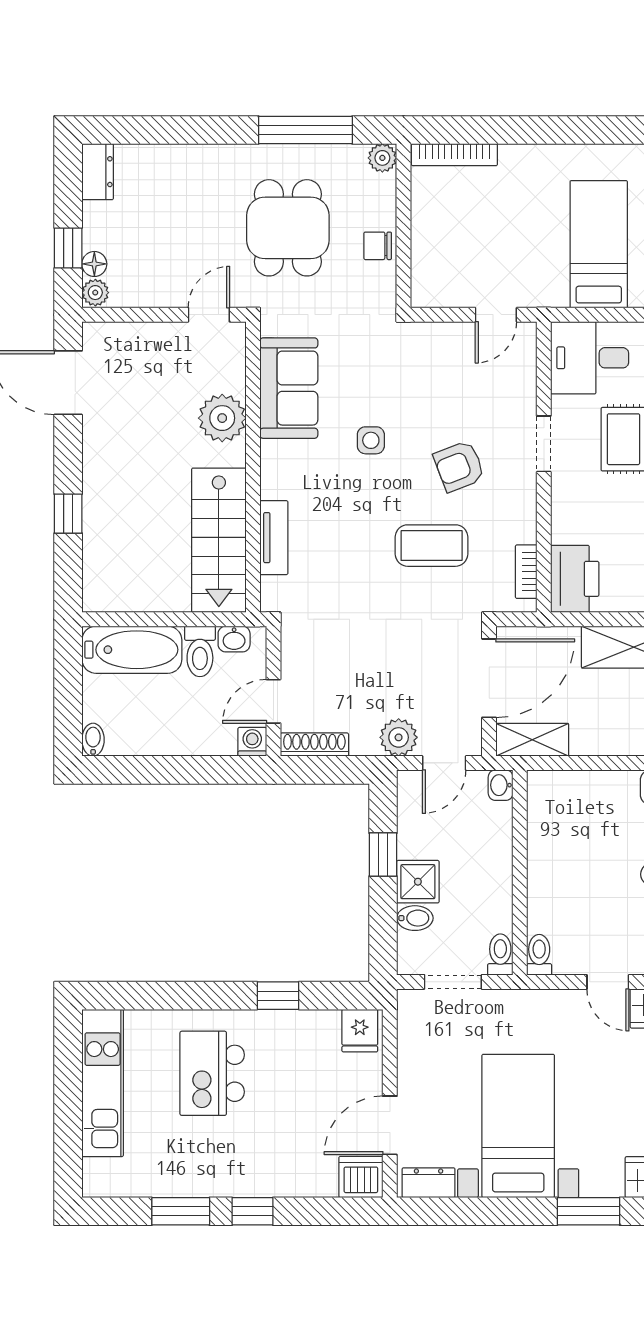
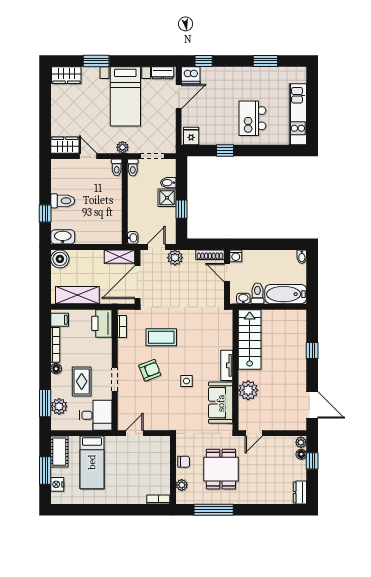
bookcase: (454, 155) -> (158, 500), width x0.64
plant: (382, 158) -> (182, 485), moved
tv unit: (274, 538) -> (227, 365), moved
door: (273, 701) -> (227, 273), swing flipped
plant: (525, 1003) -> (122, 147), added
kitchen island: (212, 1073) -> (252, 118), turned 180
window: (253, 1211) -> (204, 61), moved

